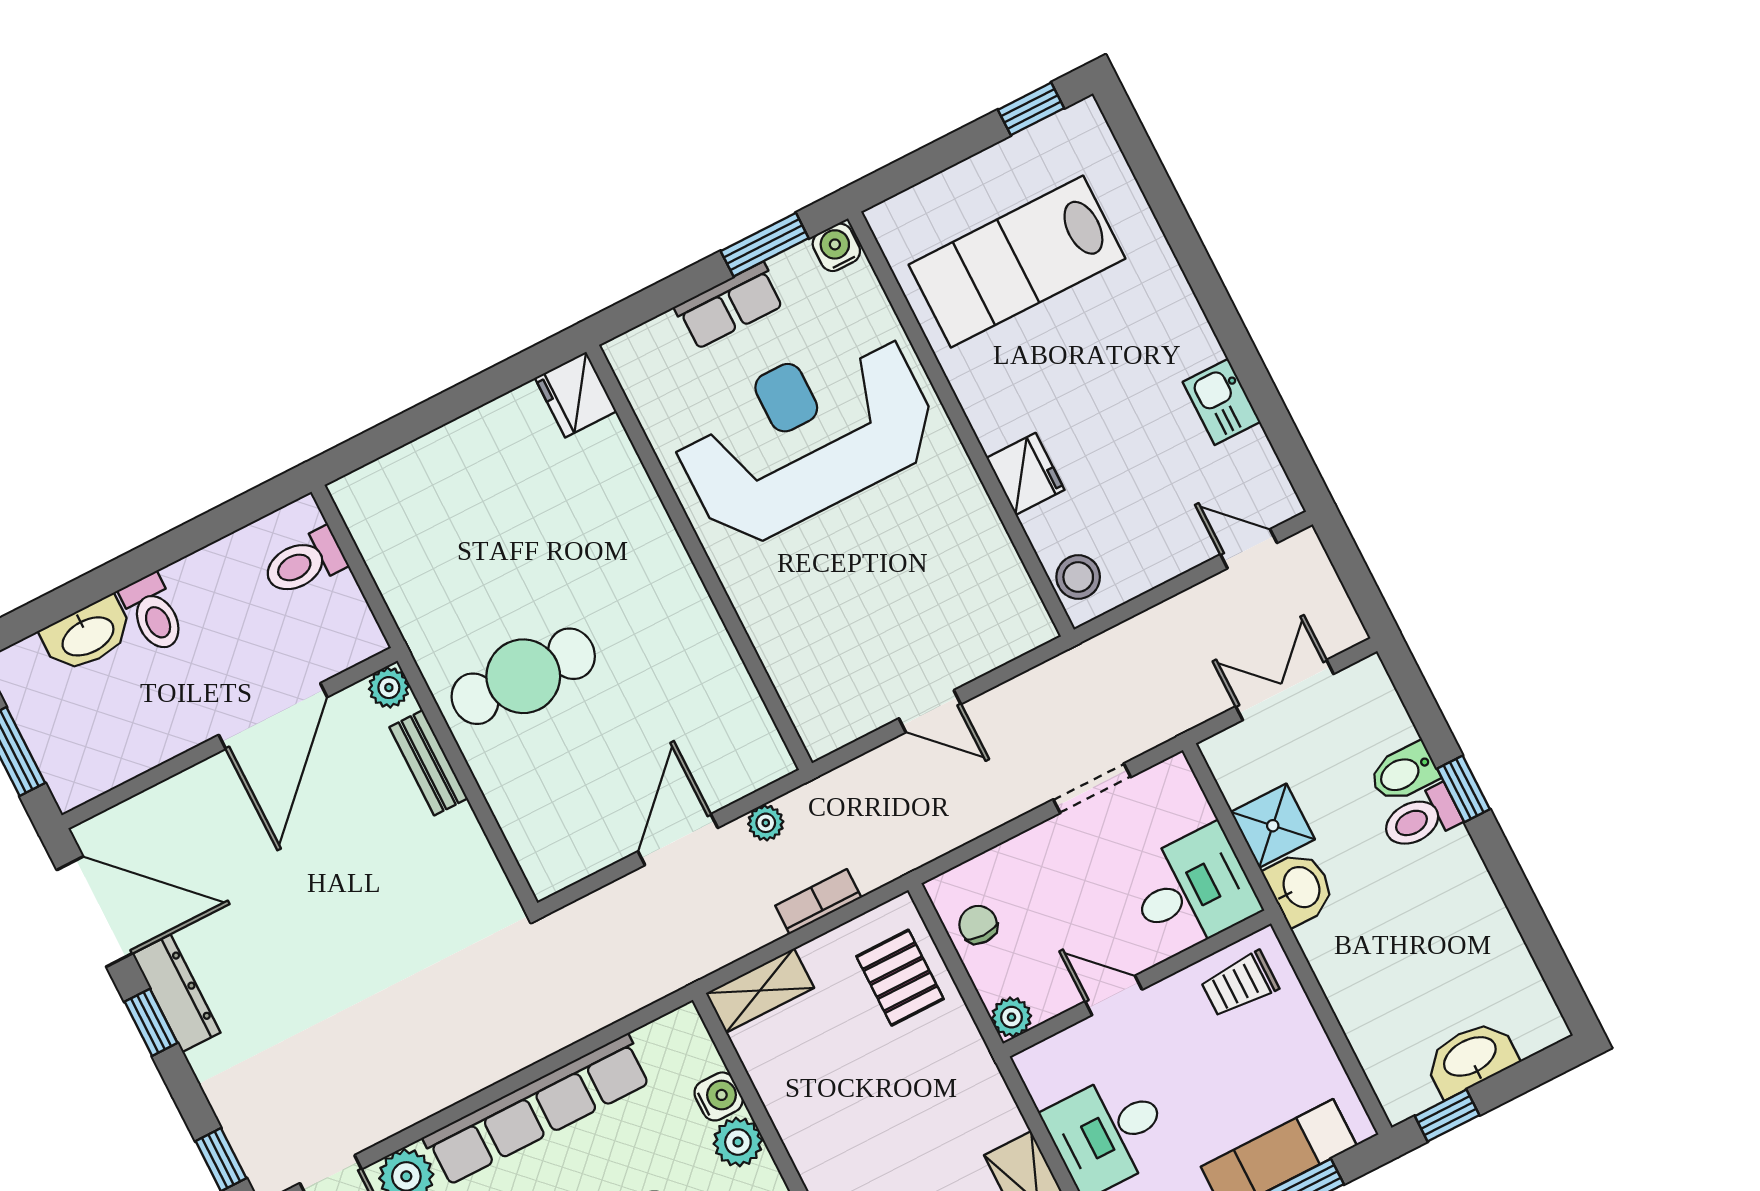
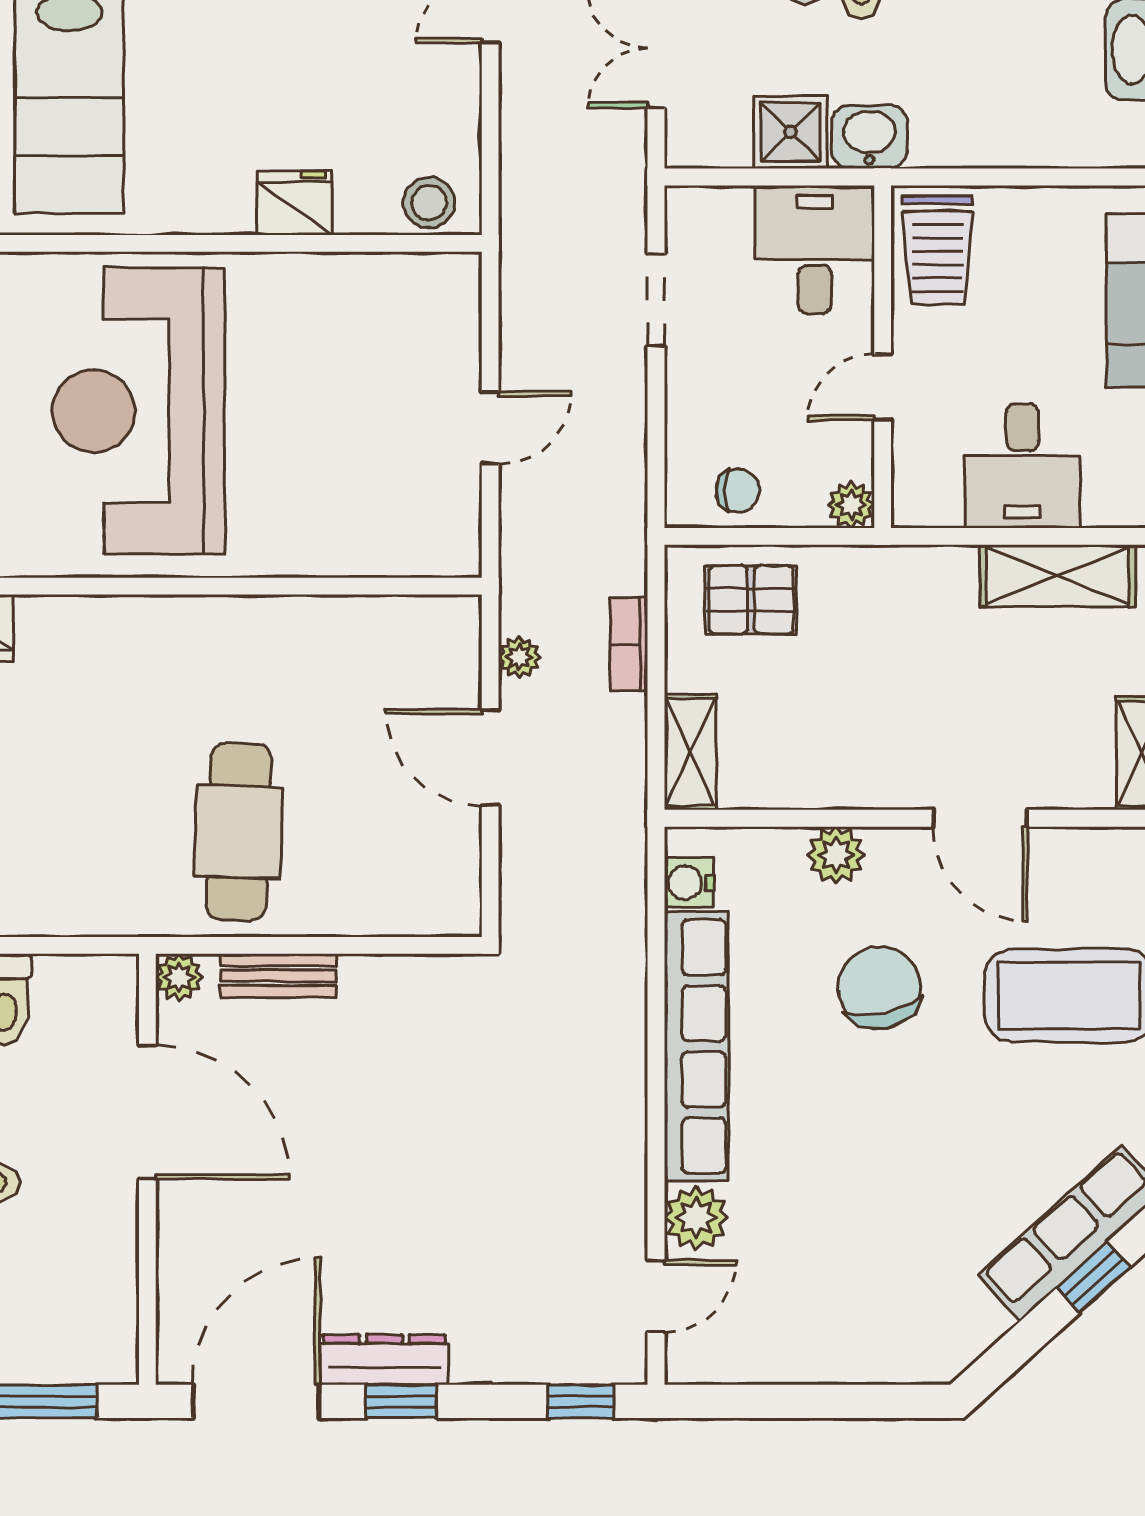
chair: (978, 925) -> (737, 491), turned 180
trolley: (1240, 984) -> (938, 250), width x1.36, depth x1.39
water cooler: (719, 1096) -> (689, 883), moved, turned -90

